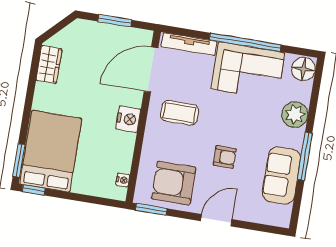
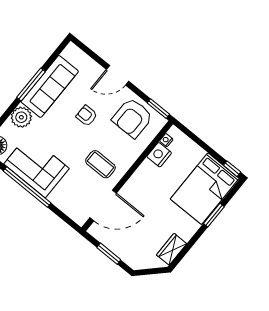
tv unit: (189, 44) -> (67, 208), removed
nightstand: (128, 119) -> (159, 155), moved
window: (19, 160) -> (214, 215), moved
sofa: (282, 176) -> (50, 87), width x1.36
armchair: (174, 183) -> (132, 118), turned 90

